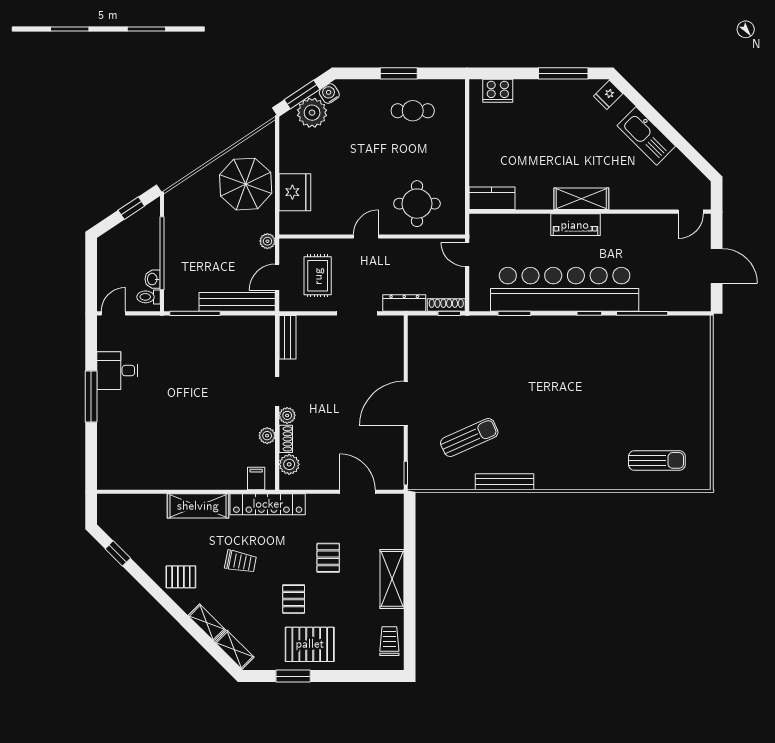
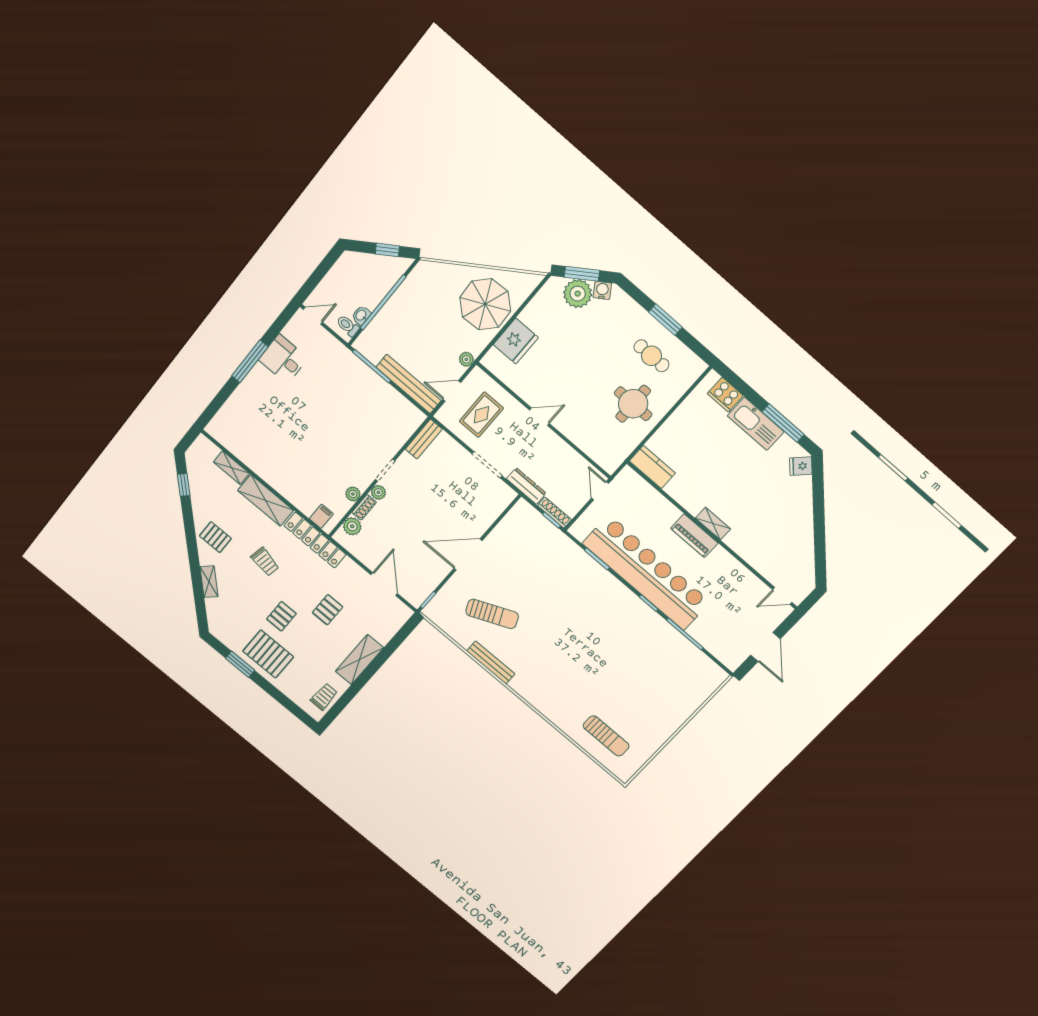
kitchen sink: (646, 136) -> (756, 424), moved, turned -45
shelving: (581, 199) -> (713, 524), width x0.67, depth x0.75
round table: (417, 204) -> (633, 404), moved
shelving: (234, 650) -> (231, 468), moved, turned -45

